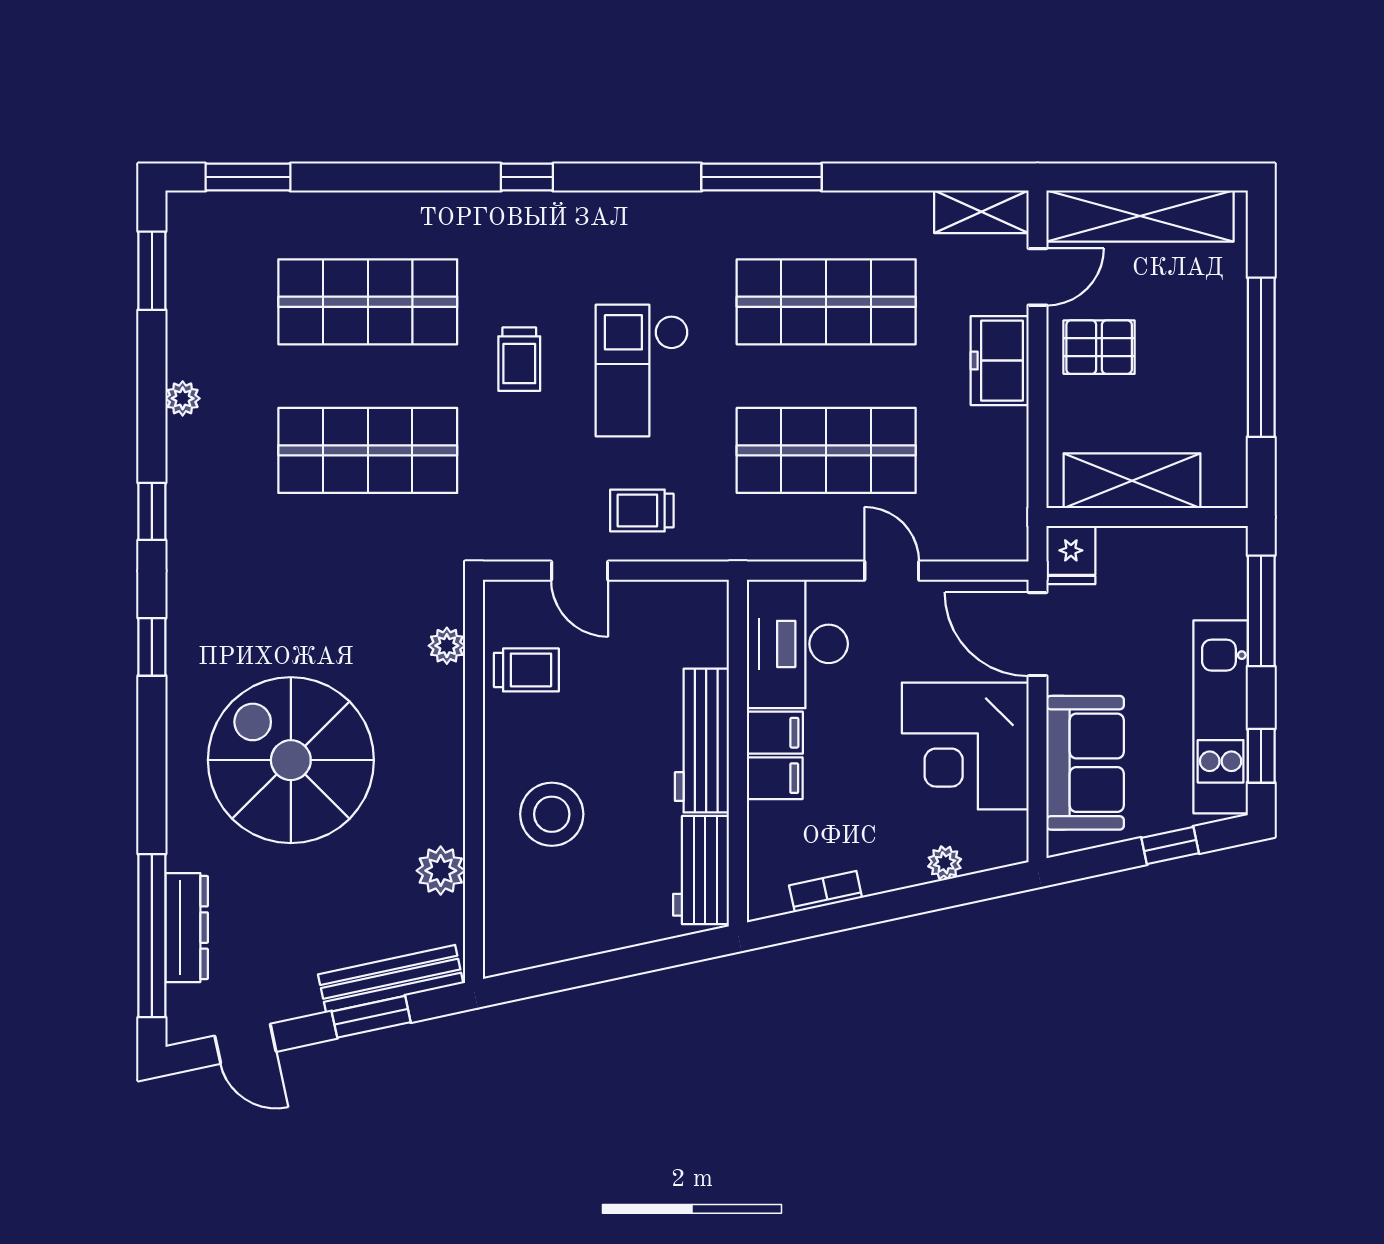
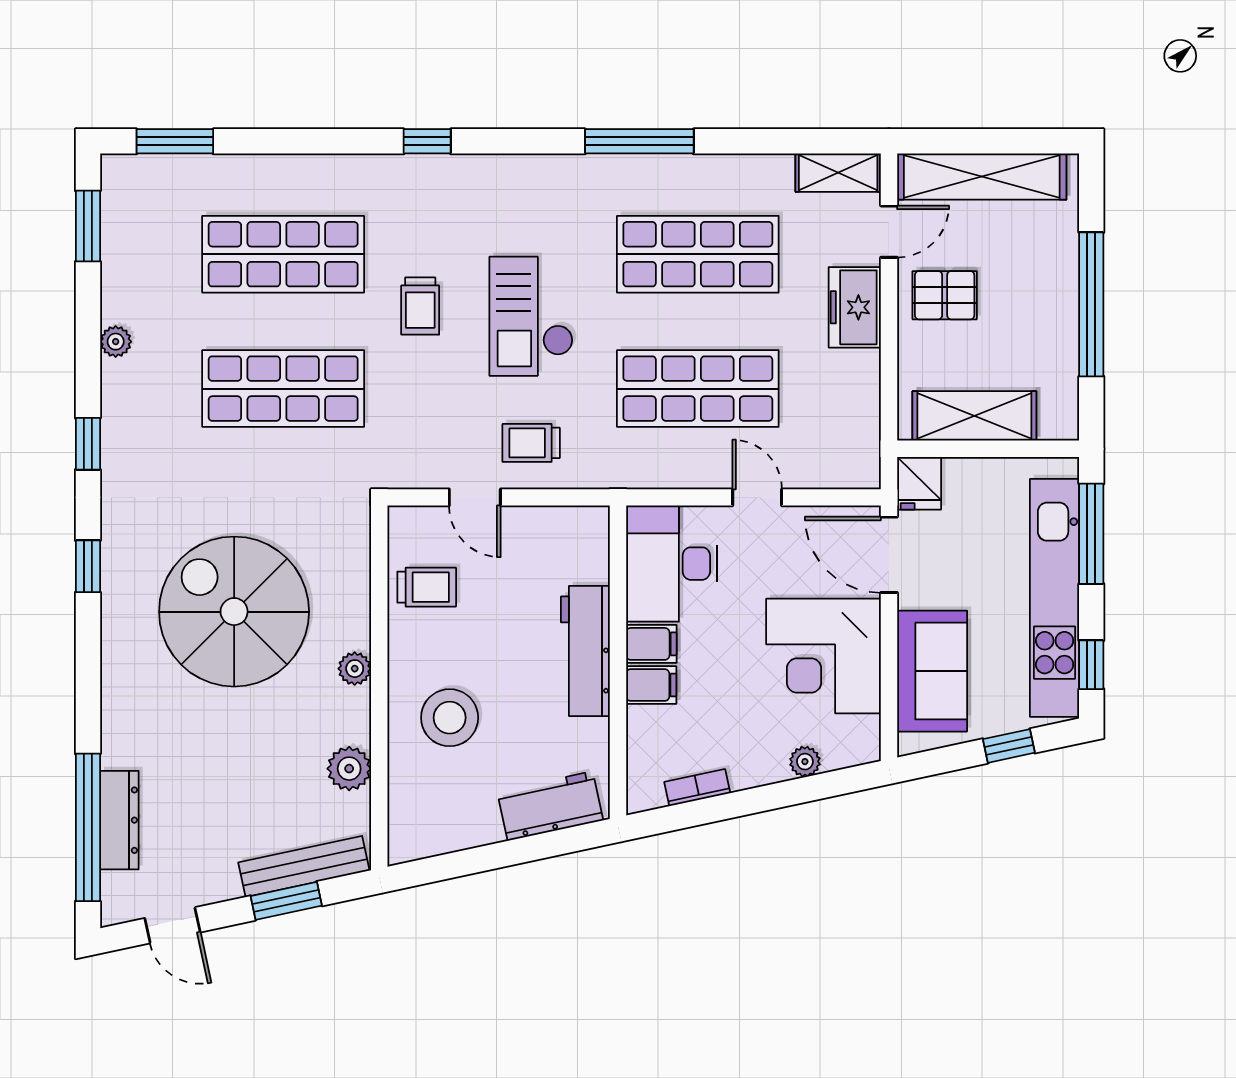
plant: (447, 646) -> (355, 669), moved
kitchen unit: (1221, 717) -> (1055, 598), width x1.36
spiral stairs: (291, 760) -> (234, 612), moved
workbench: (701, 870) -> (550, 806), moved, turned 78

